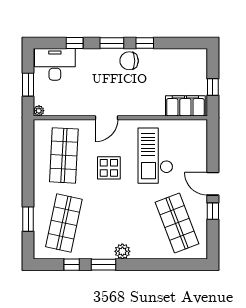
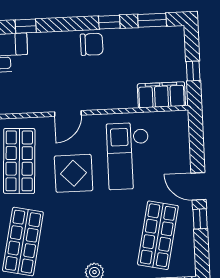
window: (112, 43) -> (152, 20), moved
chair: (129, 61) -> (92, 44), turned 180
display table: (109, 168) -> (74, 173), width x1.36, depth x1.36
shop shelf: (177, 223) -> (158, 235), turned 33

